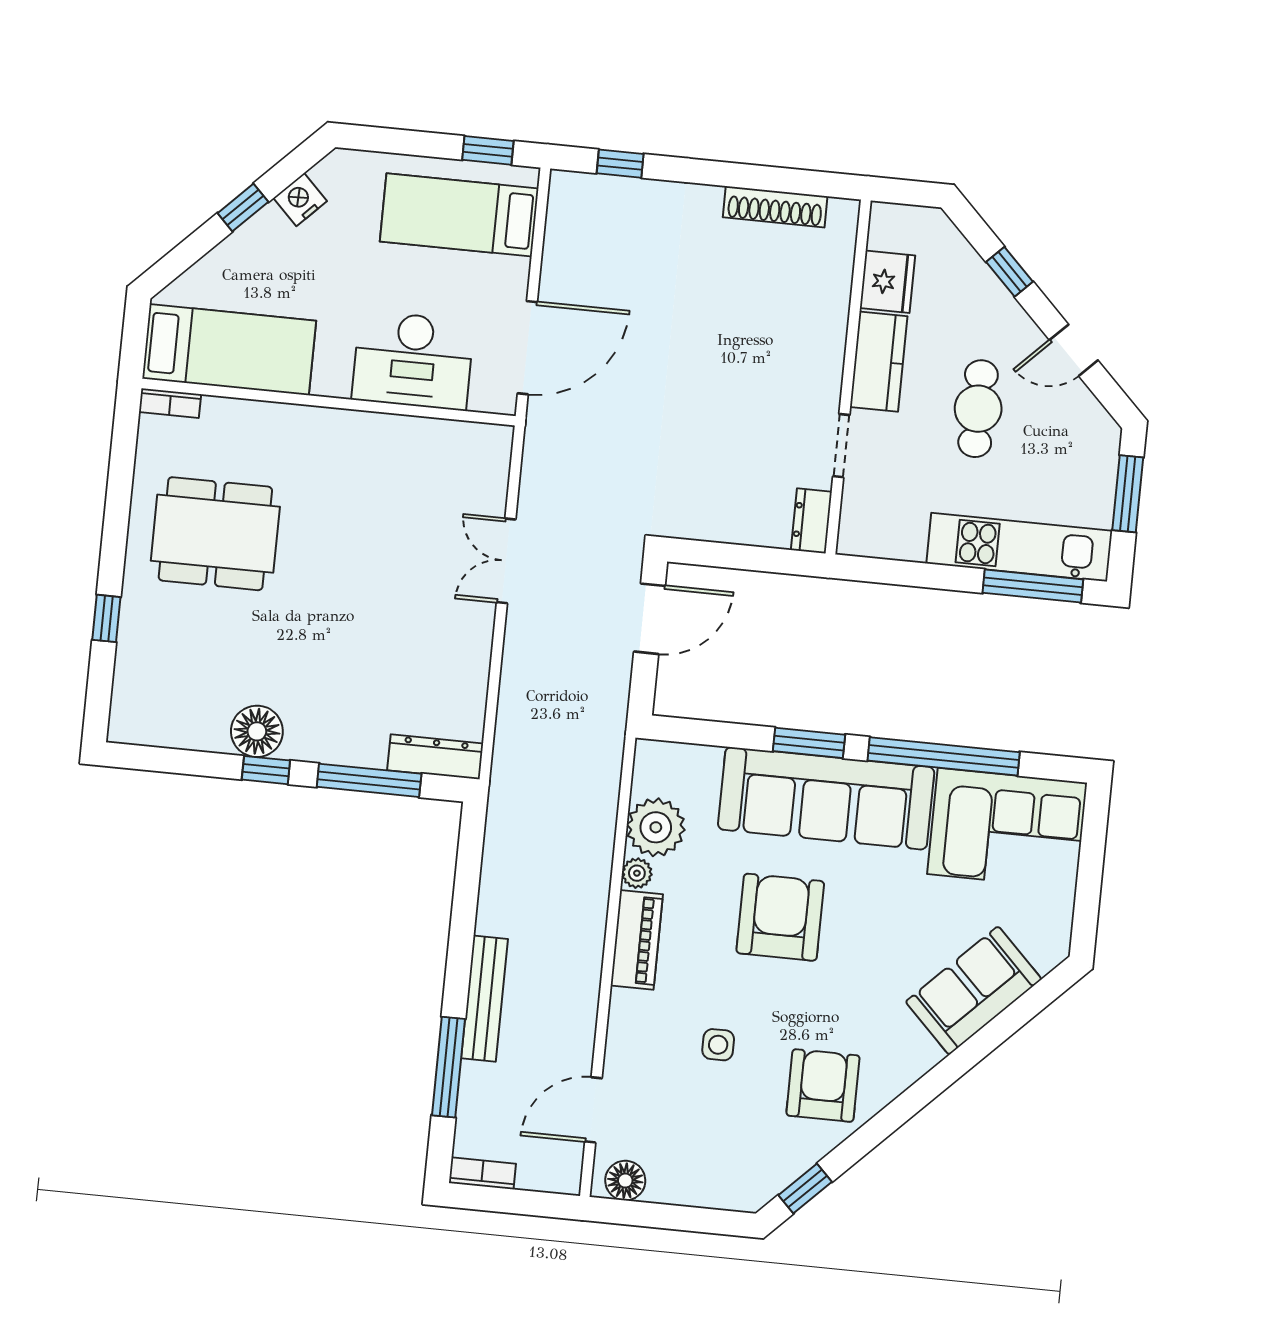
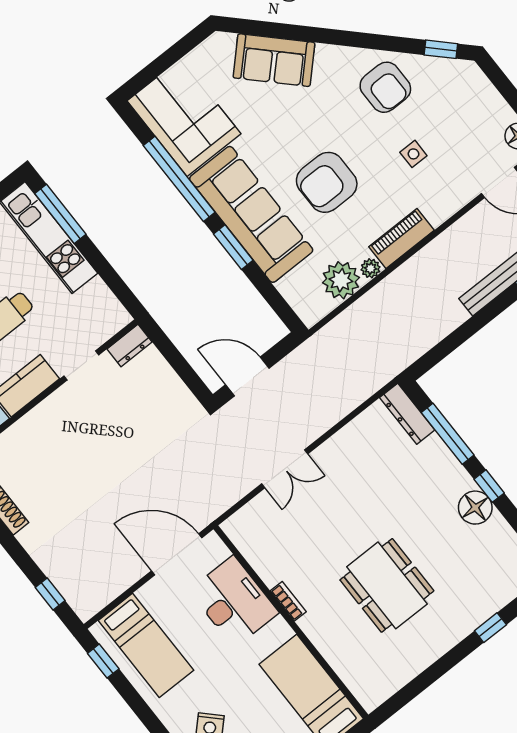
bookcase: (170, 403) -> (288, 601), moved
dining table: (215, 534) -> (387, 585), moved
armchair: (823, 1085) -> (385, 87), turned -90

